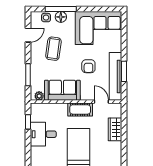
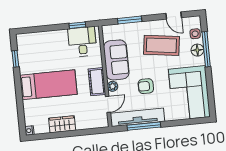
coffee table: (53, 49) -> (161, 45), width x1.36, depth x1.32
window: (124, 71) -> (144, 126), width x1.44
plant: (39, 96) -> (113, 86), moved
wardrobe: (115, 129) -> (62, 124), moved
desk: (43, 134) -> (82, 42), moved

